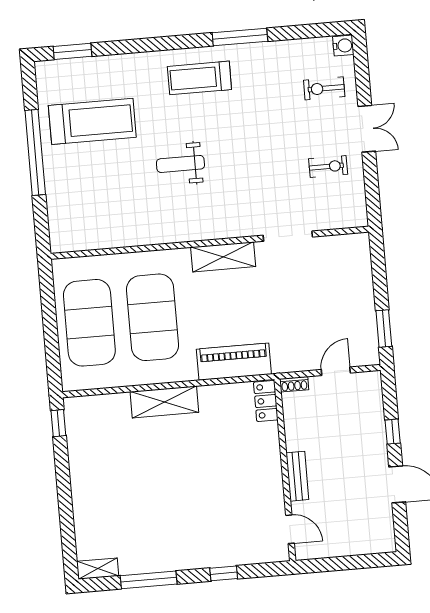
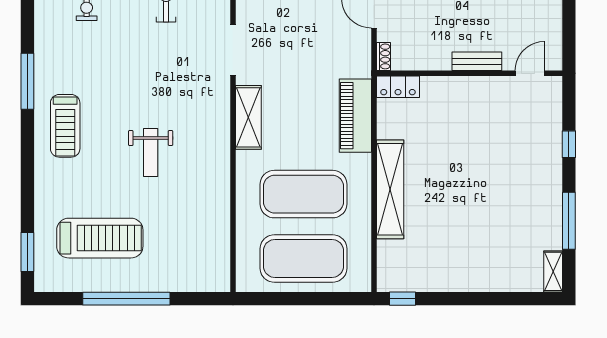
treadmill: (92, 121) -> (100, 238), turned 90
shelving: (164, 402) -> (390, 189), width x1.47

